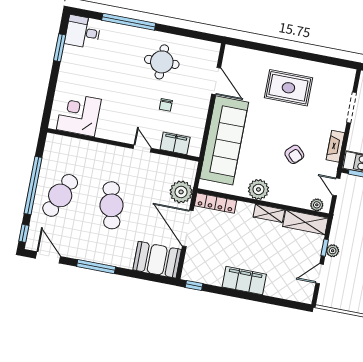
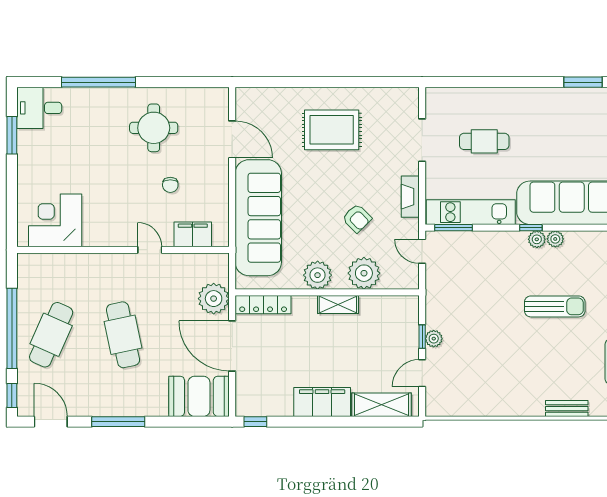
plant: (317, 205) -> (364, 273), moved, width x1.88, depth x1.88
shelving: (305, 222) -> (382, 405), moved

